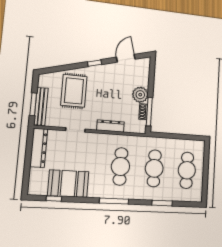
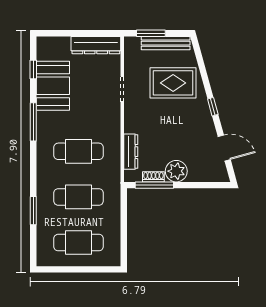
bench: (41, 106) -> (166, 43), moved
dresser: (110, 126) -> (131, 152), moved
window: (114, 201) -> (33, 122), moved

